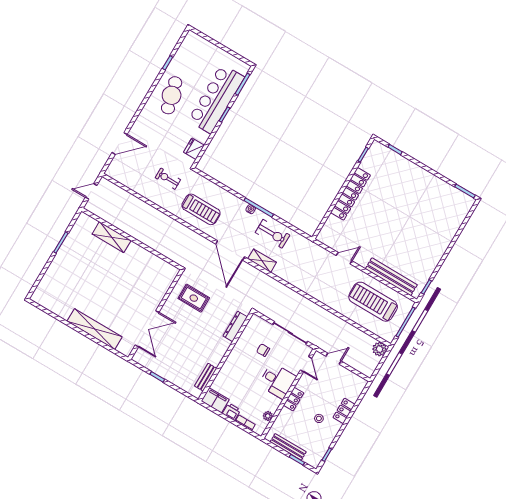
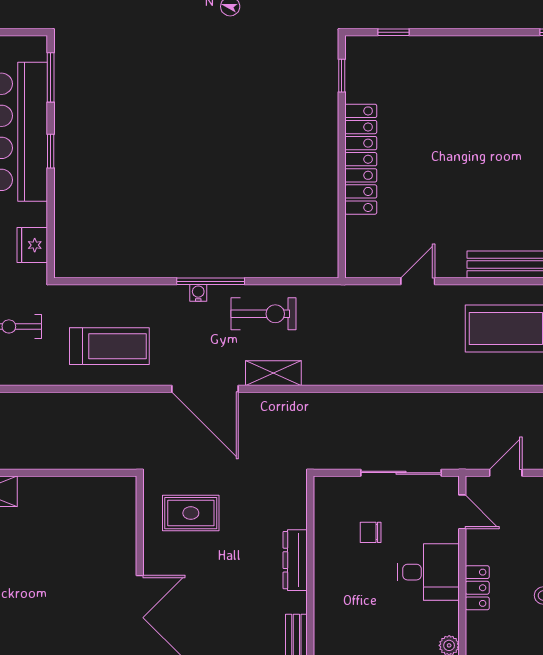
dresser: (235, 326) -> (295, 560), moved

